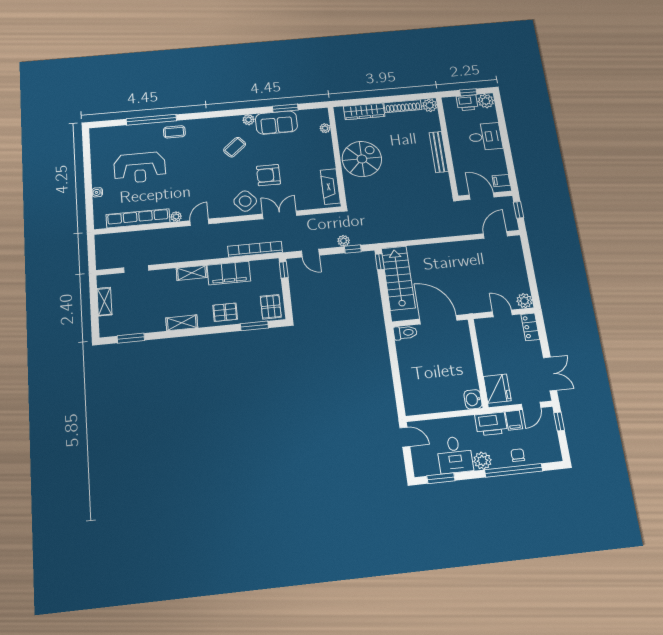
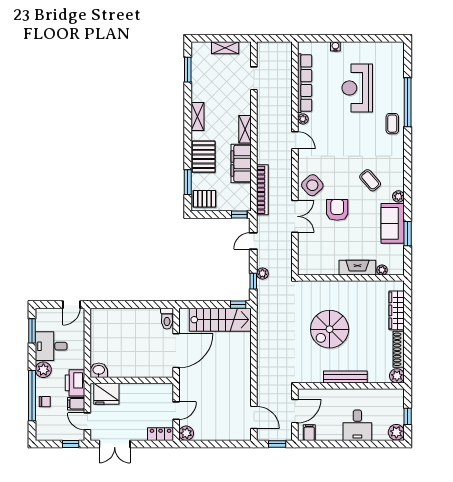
printer: (467, 103) -> (396, 413), removed
spiral stairs: (362, 159) -> (330, 329), moved, turned 90
fireplace: (330, 186) -> (357, 268), moved
pallet: (225, 312) -> (204, 157), width x1.50, depth x1.42

